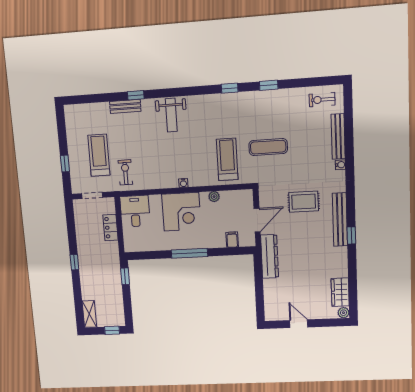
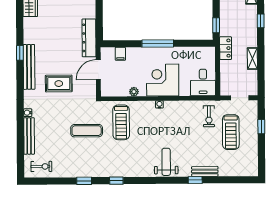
locker: (110, 228) -> (226, 48), moved
shelving: (82, 241) -> (252, 59), added
window: (74, 262) -> (261, 21), moved

